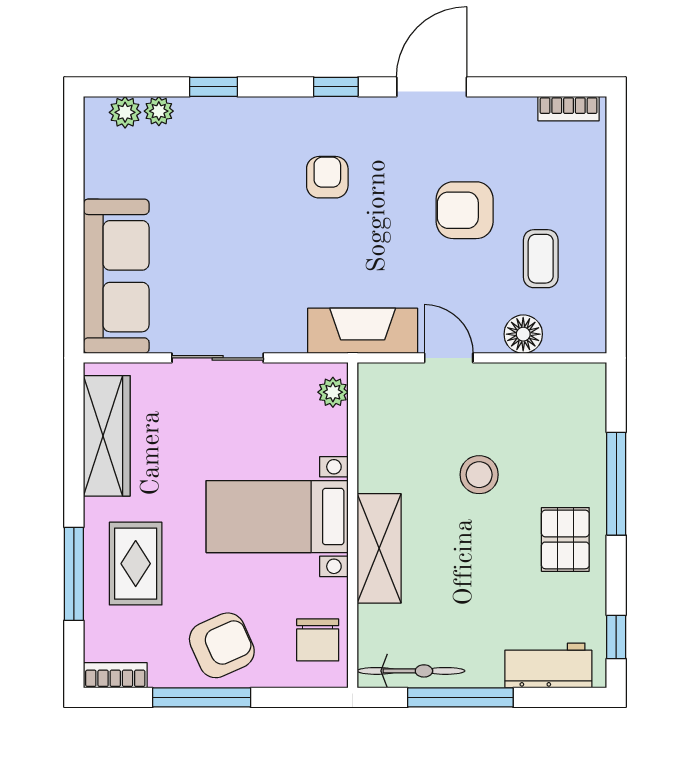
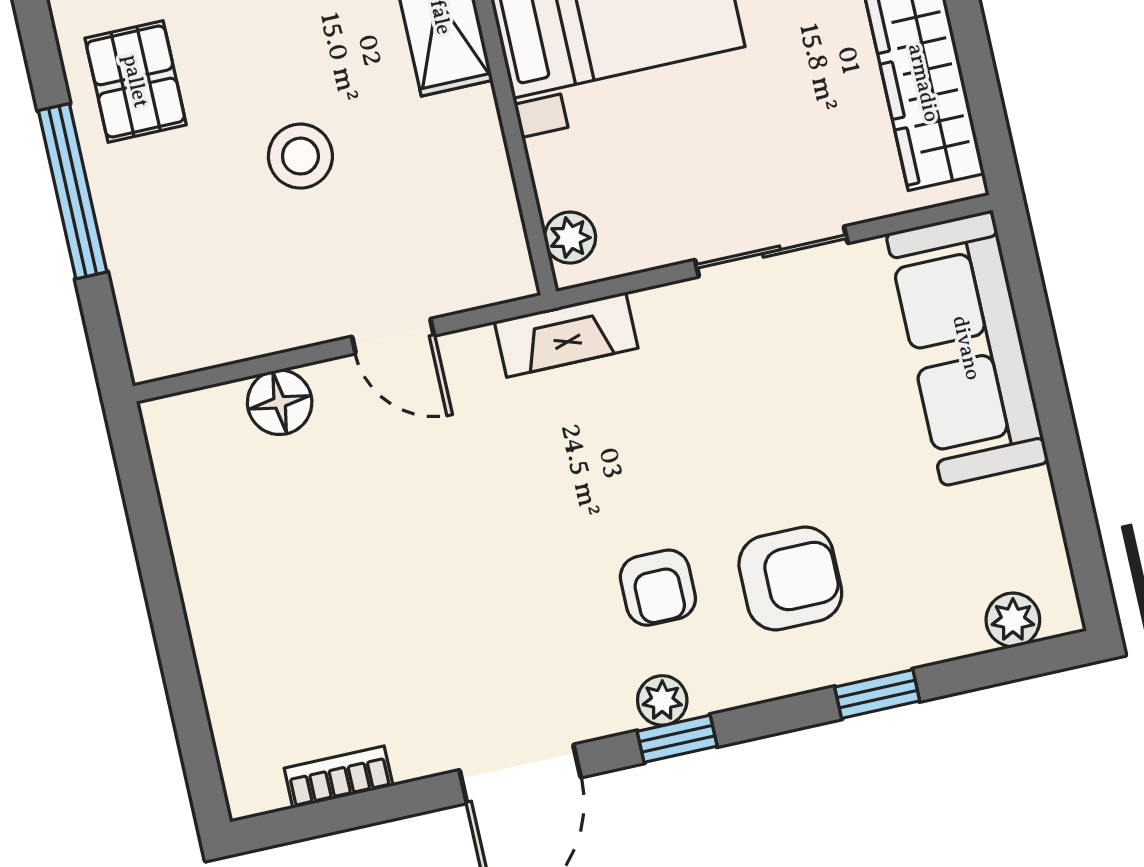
bookcase: (569, 109) -> (339, 777), moved
plant: (159, 111) -> (662, 700), moved
armchair: (465, 210) -> (790, 578), moved
coffee table: (541, 259) -> (279, 532), removed
fireplace: (363, 331) -> (566, 335), width x0.73, depth x0.76

